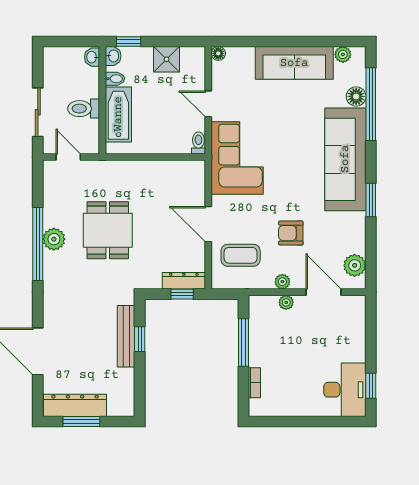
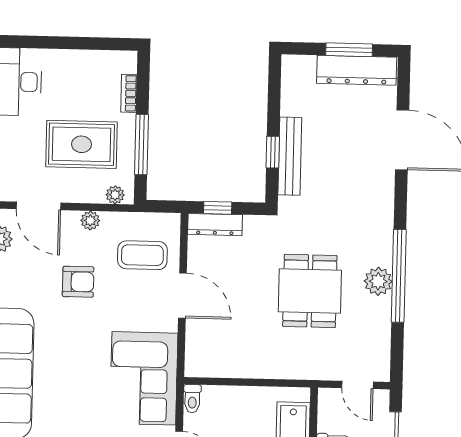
plant: (286, 302) -> (115, 195), moved
rug: (291, 342) -> (82, 144), added

